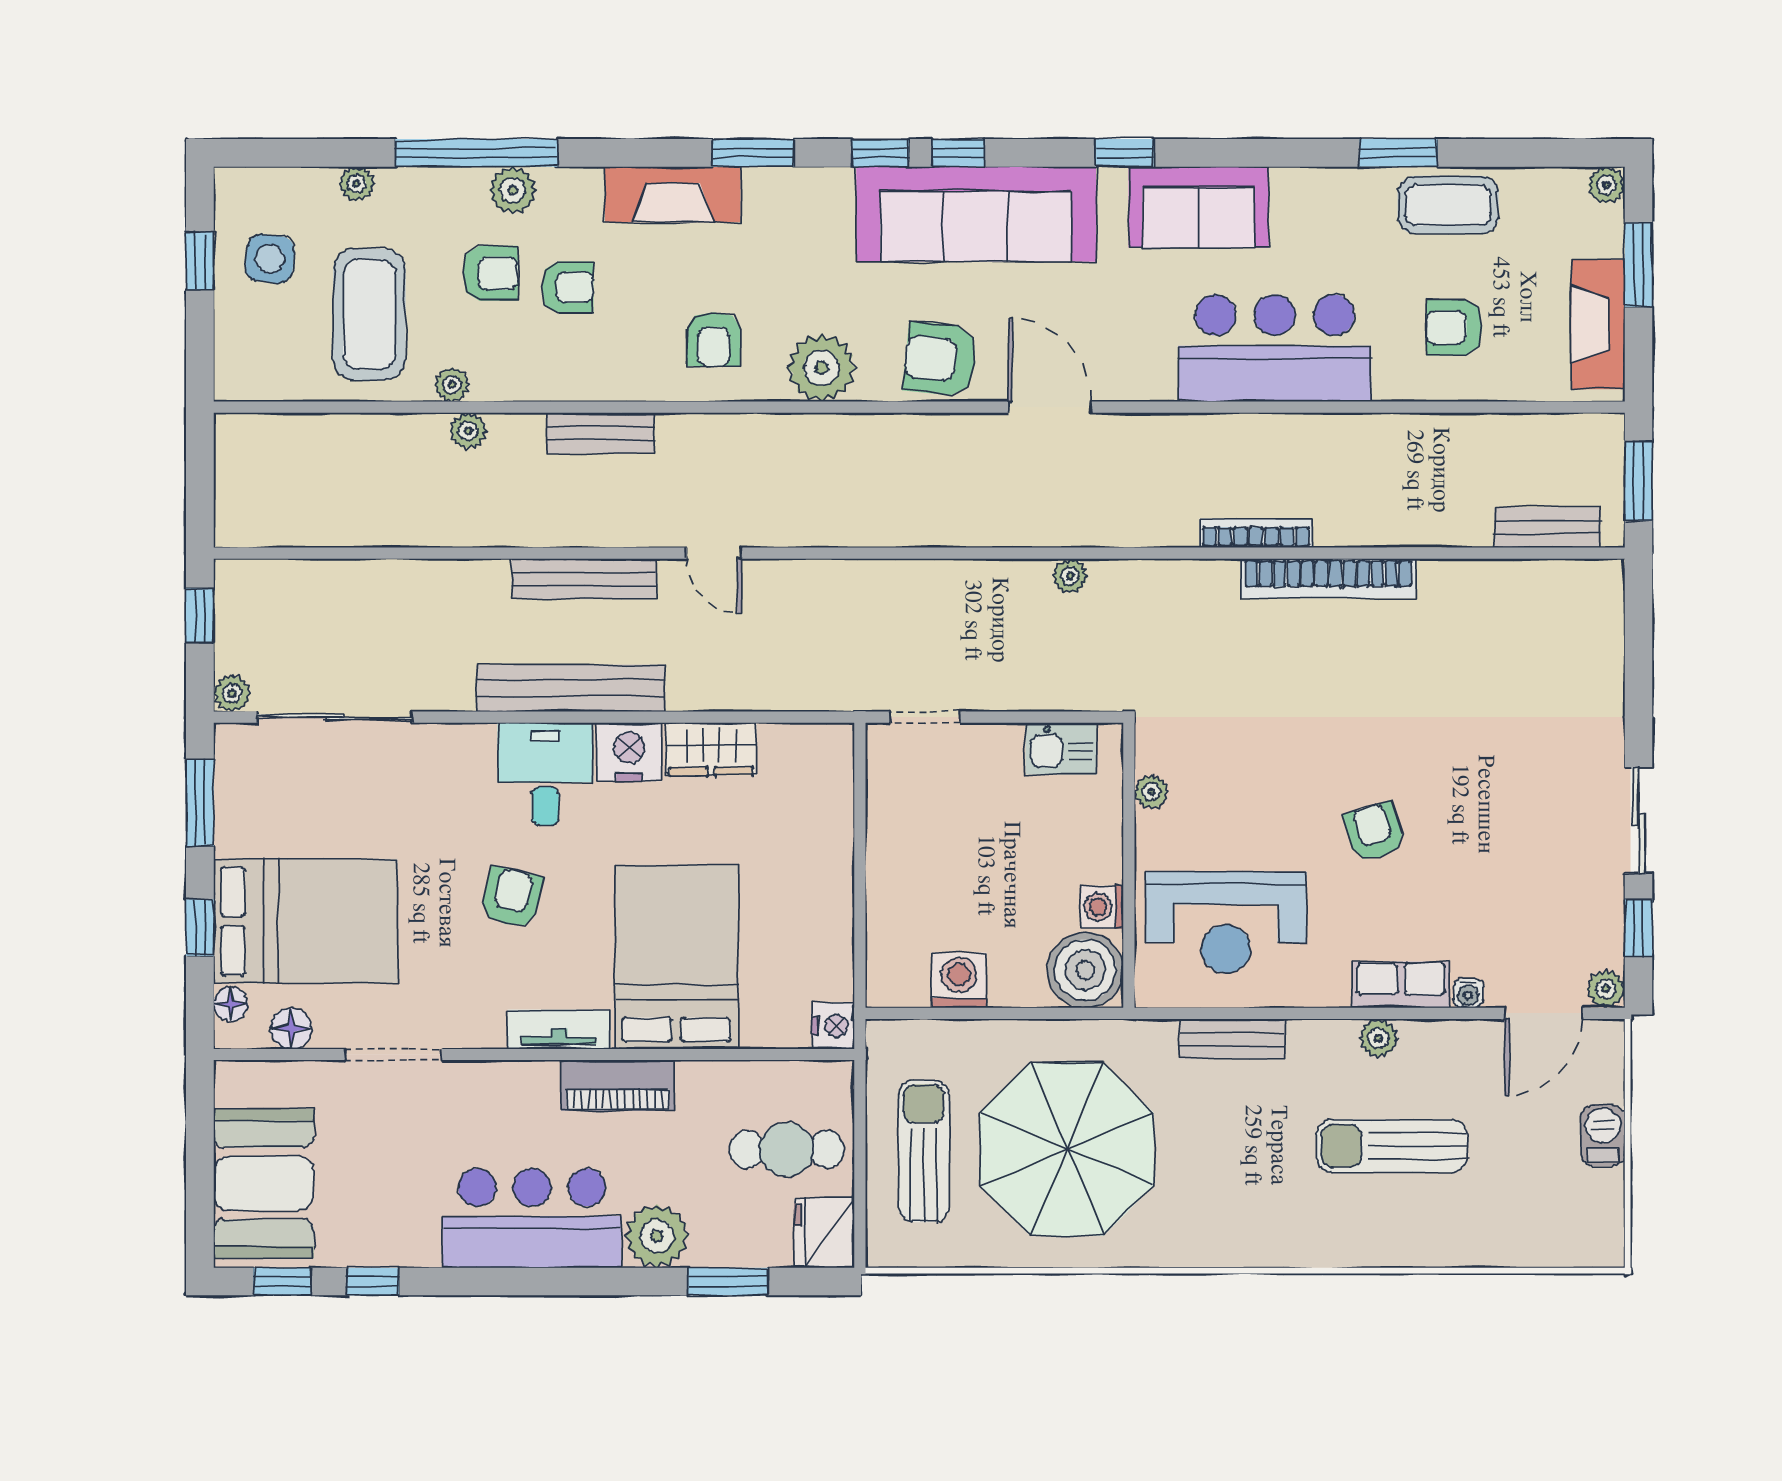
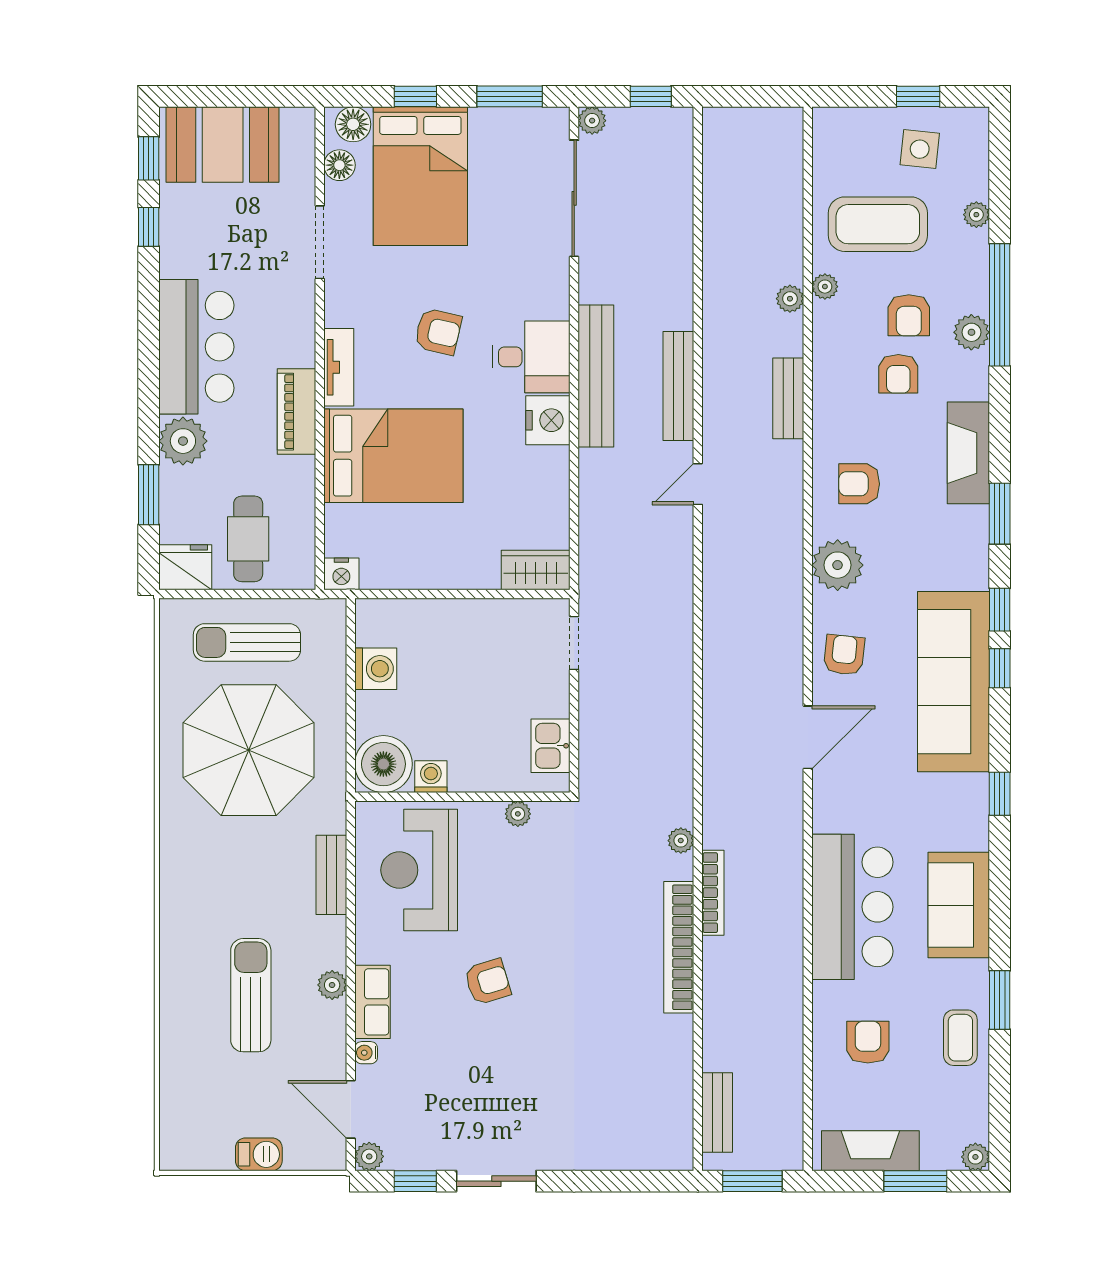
coffee table: (1448, 205) -> (960, 1038), width x0.73, depth x0.77
sofa: (1199, 207) -> (959, 905), moved
armchair: (940, 359) -> (844, 655), width x0.72, depth x0.72
plant: (1070, 576) -> (681, 841), moved
wardrobe: (711, 749) -> (536, 570), moved, turned 90
floor lamp: (231, 1004) -> (353, 124), width x1.37, depth x1.37
sun lounger: (924, 1151) -> (247, 642), turned 180

